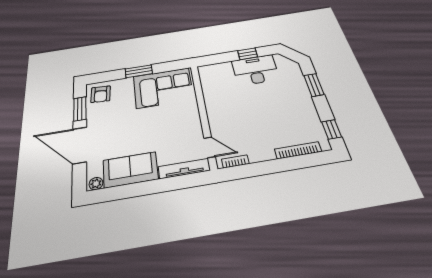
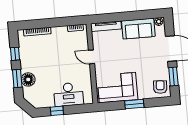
desk: (255, 70) -> (68, 94), moved
floor lamp: (297, 85) -> (28, 79), added
window: (331, 129) -> (15, 54), moved
door: (210, 147) -> (91, 57), moved

